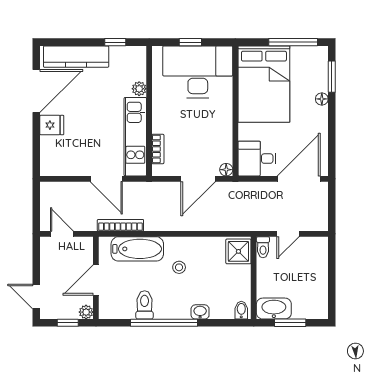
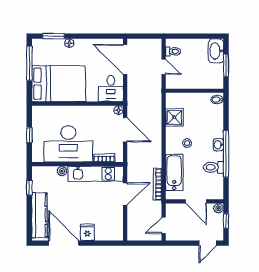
desk: (198, 72) -> (68, 144), moved, turned -90
toilet: (263, 247) -> (173, 51), moved
shower: (238, 251) -> (174, 117), moved
washbasin: (274, 309) -> (216, 51), moved
washbasin: (200, 312) -> (218, 145), moved

